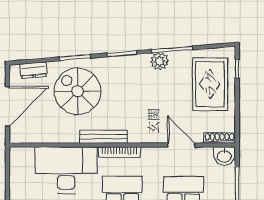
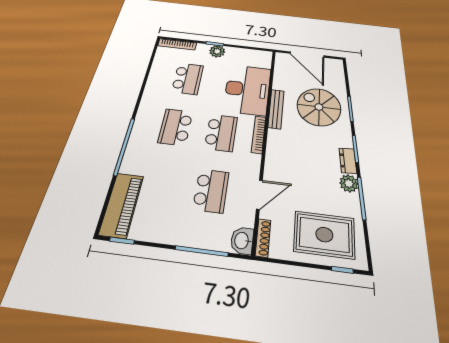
dresser: (34, 70) -> (348, 161), moved
spiral stairs: (78, 91) -> (319, 107), turned -90
bench: (103, 137) -> (276, 109), moved

